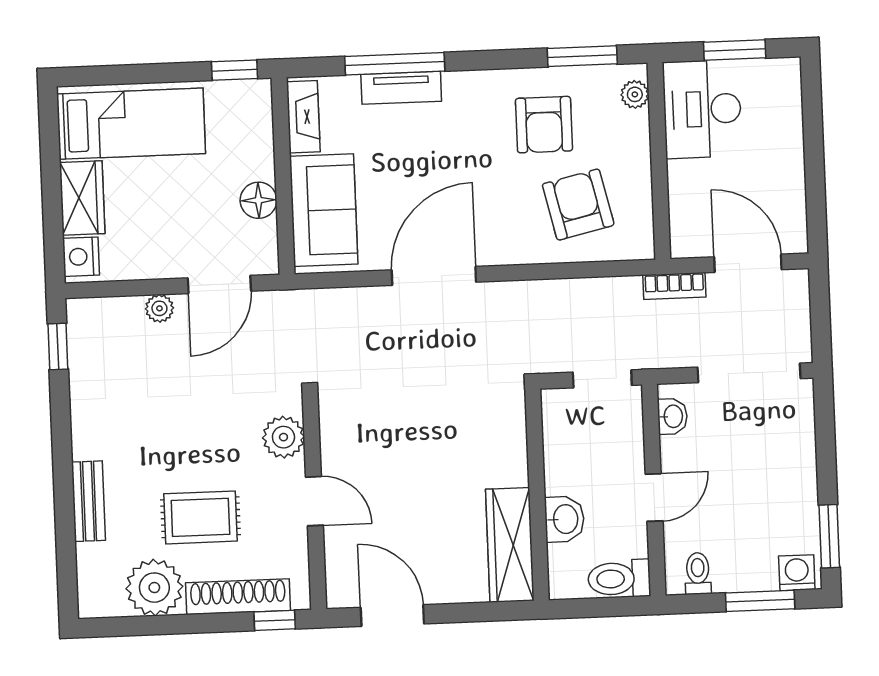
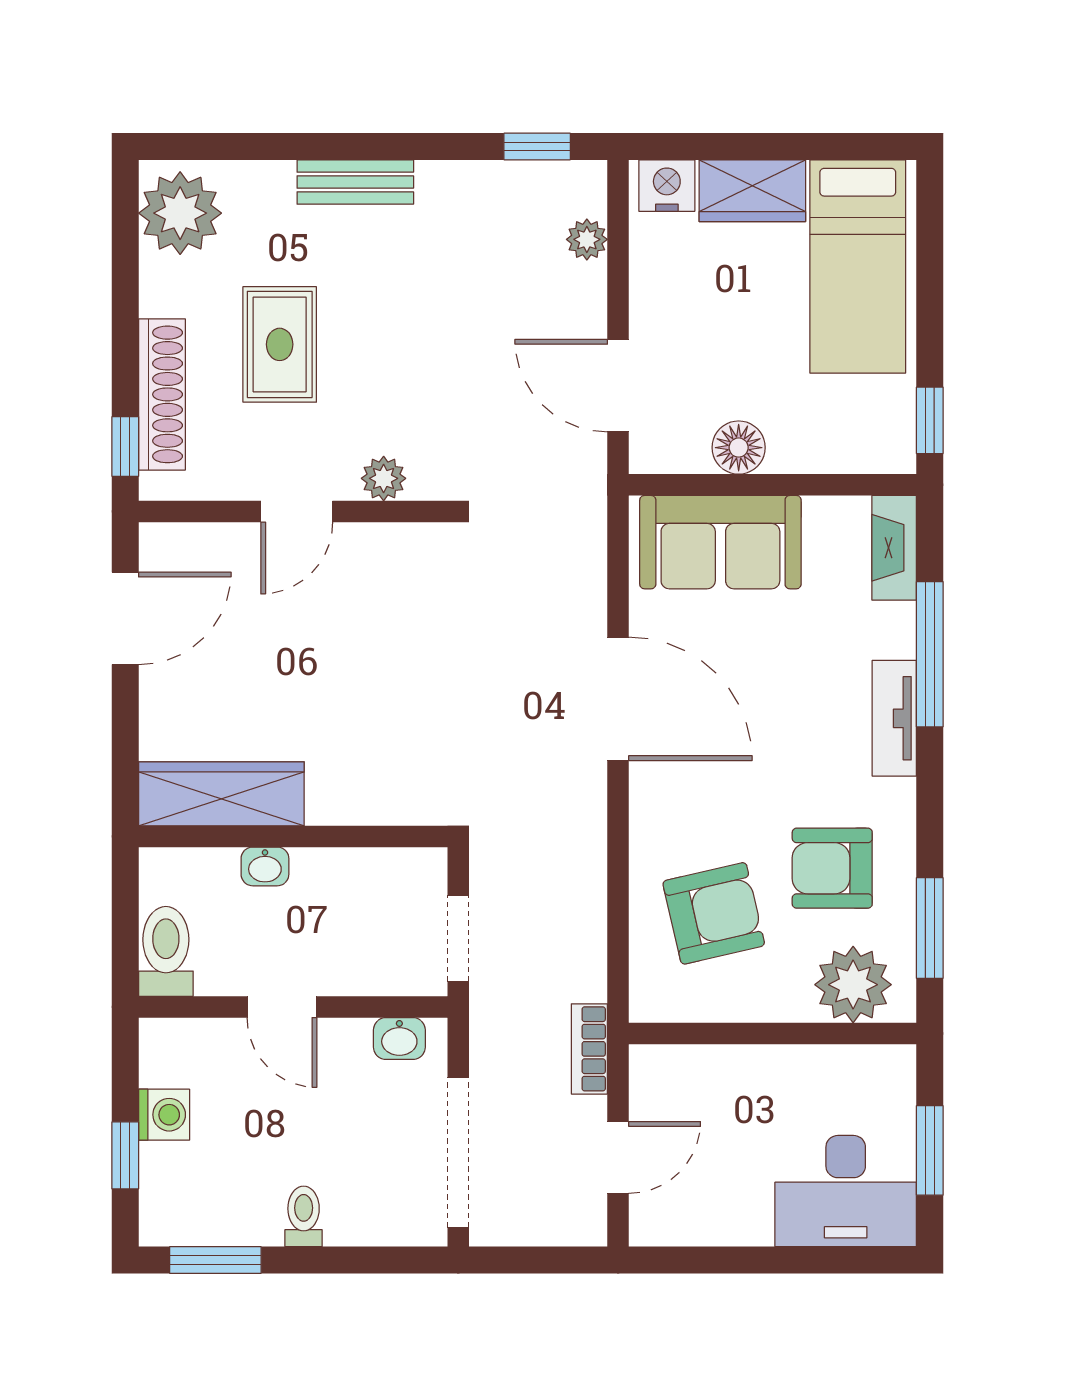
tv unit: (401, 88) -> (894, 718), moved
plant: (635, 94) -> (853, 985), width x1.88, depth x1.88
desk: (702, 109) -> (846, 1191), moved, turned 180
fireplace: (303, 117) -> (894, 548), moved, turned 90
door: (748, 263) -> (618, 1157), width x0.73
plant: (159, 308) -> (587, 239), moved
plant: (283, 437) -> (384, 478), width x0.73, depth x0.73
bench: (88, 501) -> (355, 182), moved
washbasin: (565, 519) -> (265, 866), width x0.72, depth x0.69
toilet: (698, 573) -> (304, 1216), moved, turned -90
washing machine: (797, 573) -> (164, 1115), moved
plant: (154, 588) -> (180, 213), moved
window: (760, 601) -> (125, 1155), width x0.67

